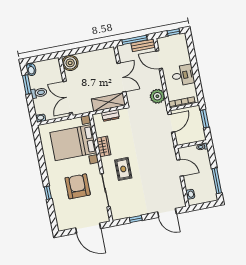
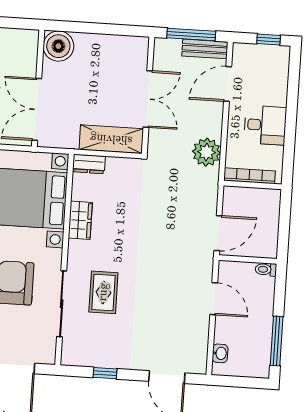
door: (159, 60) -> (228, 84), hinge flipped
dresser: (110, 115) -> (89, 164), moved
window: (205, 119) -> (285, 218), removed
door: (171, 123) -> (218, 233), moved
rug: (123, 169) -> (103, 292), moved

